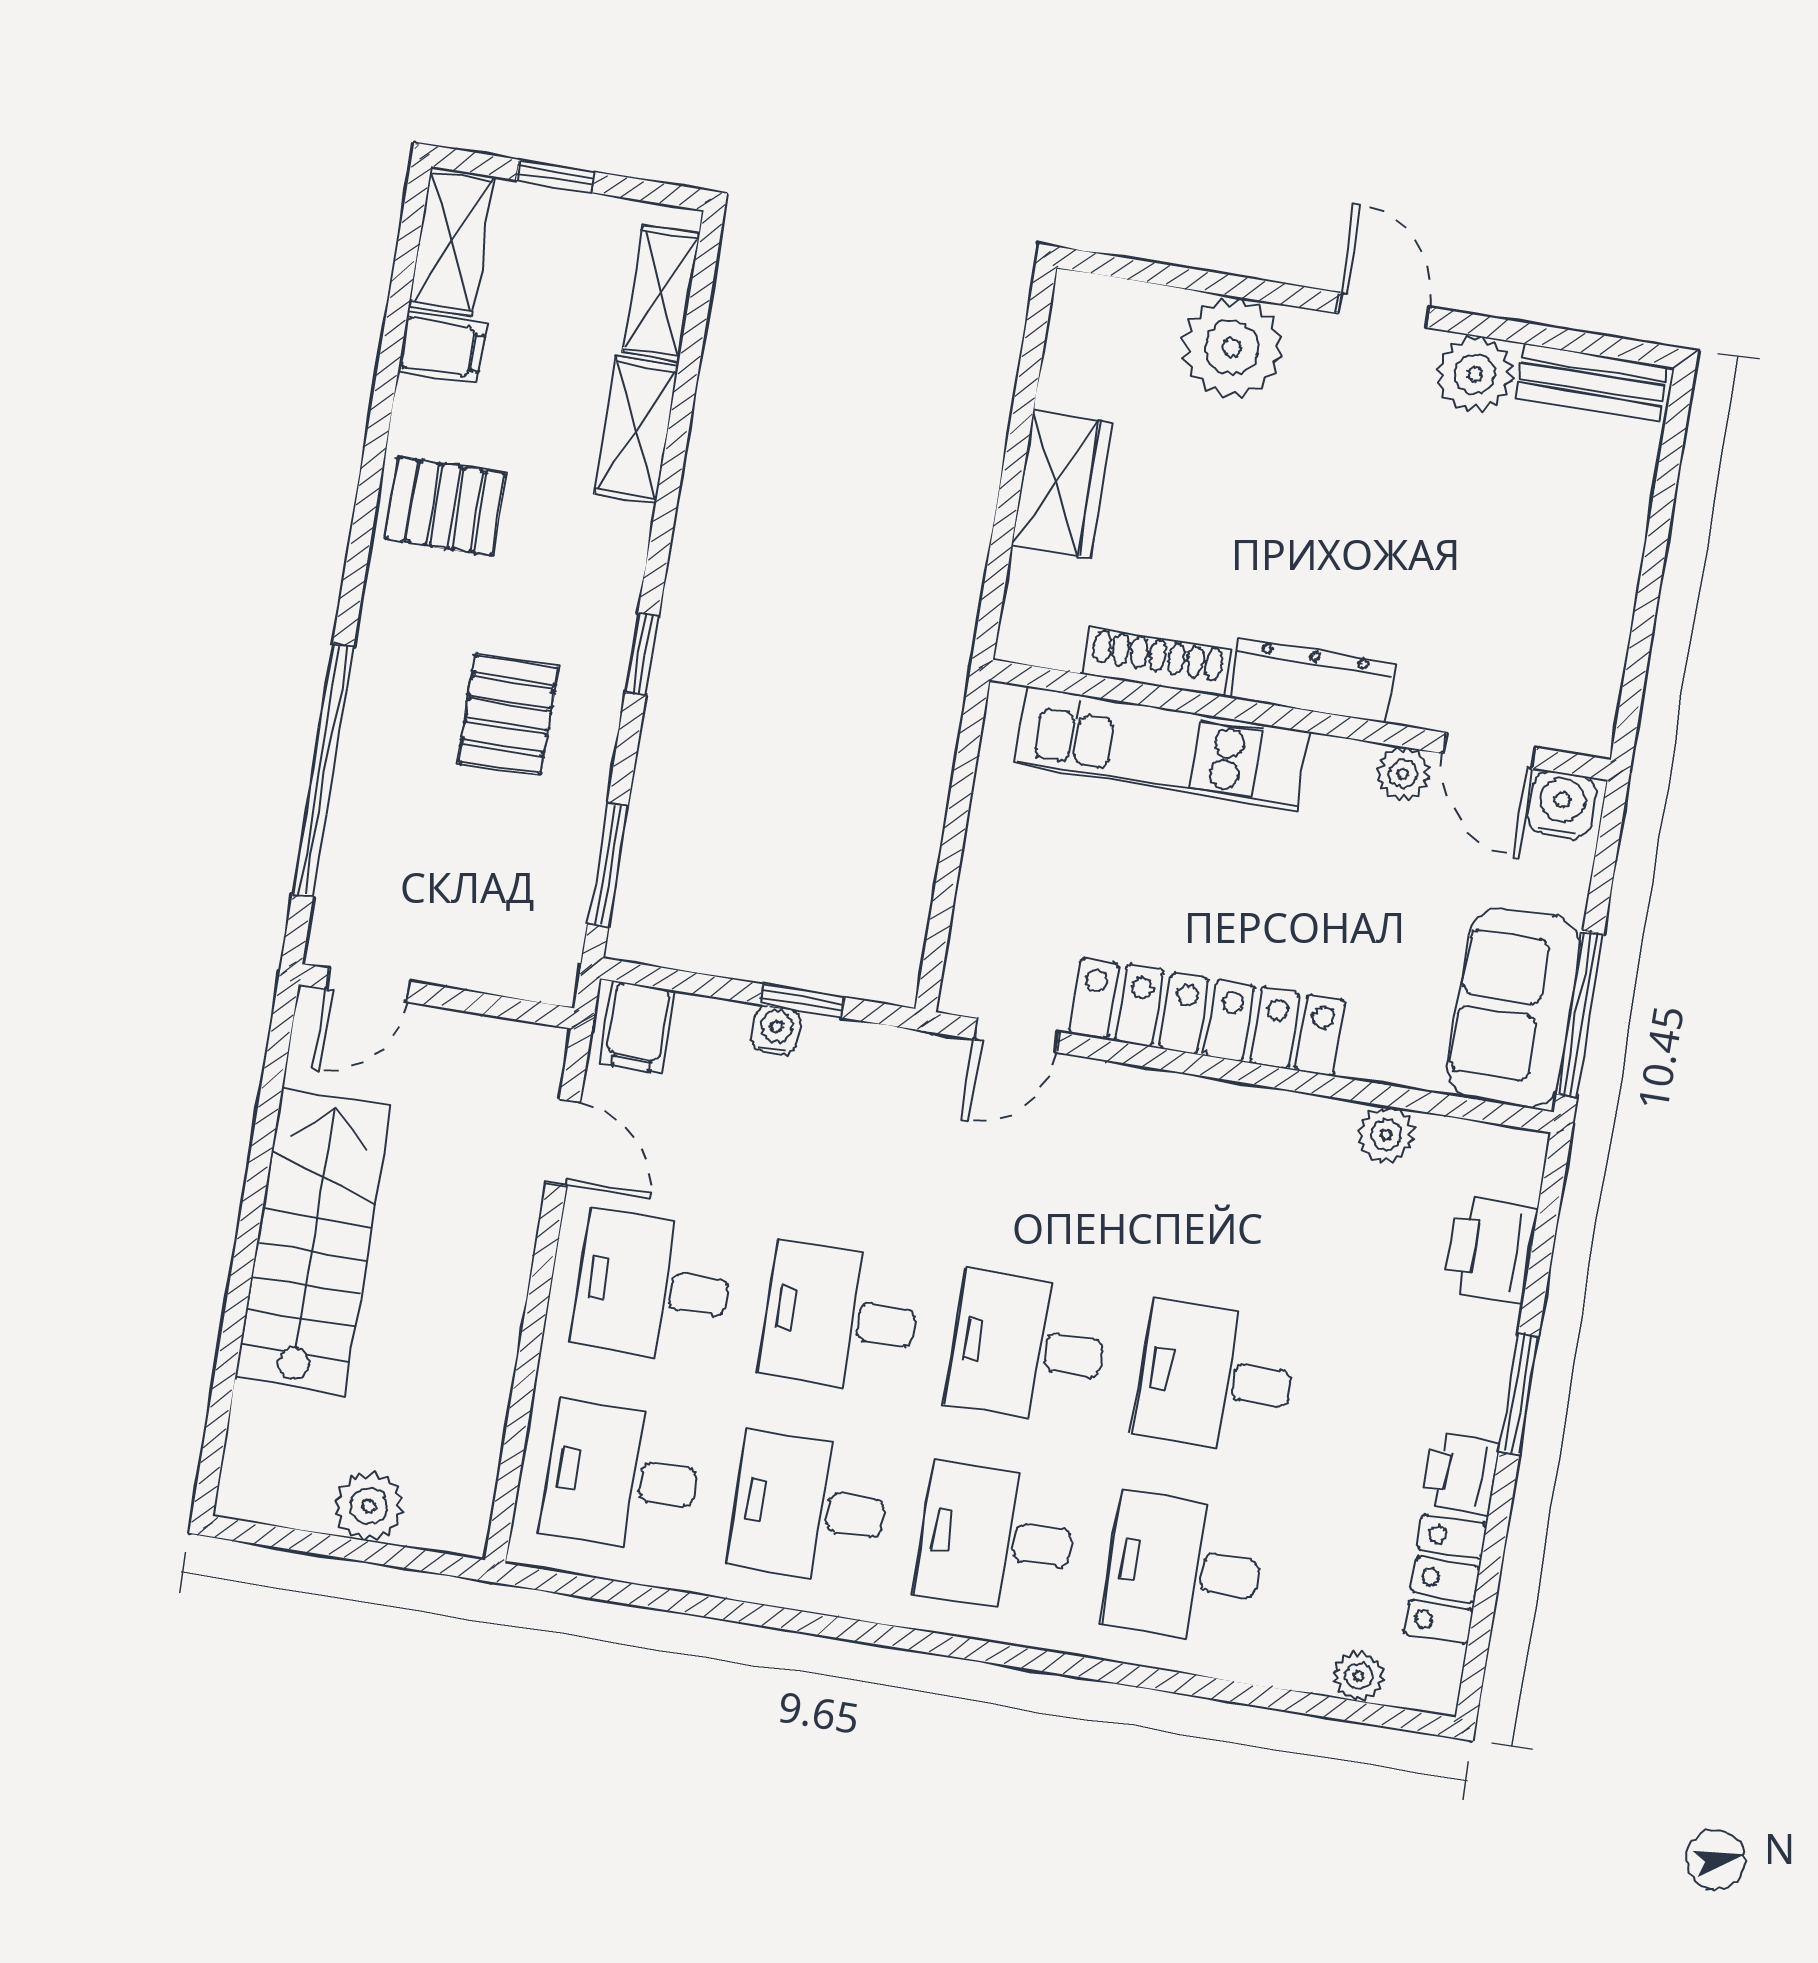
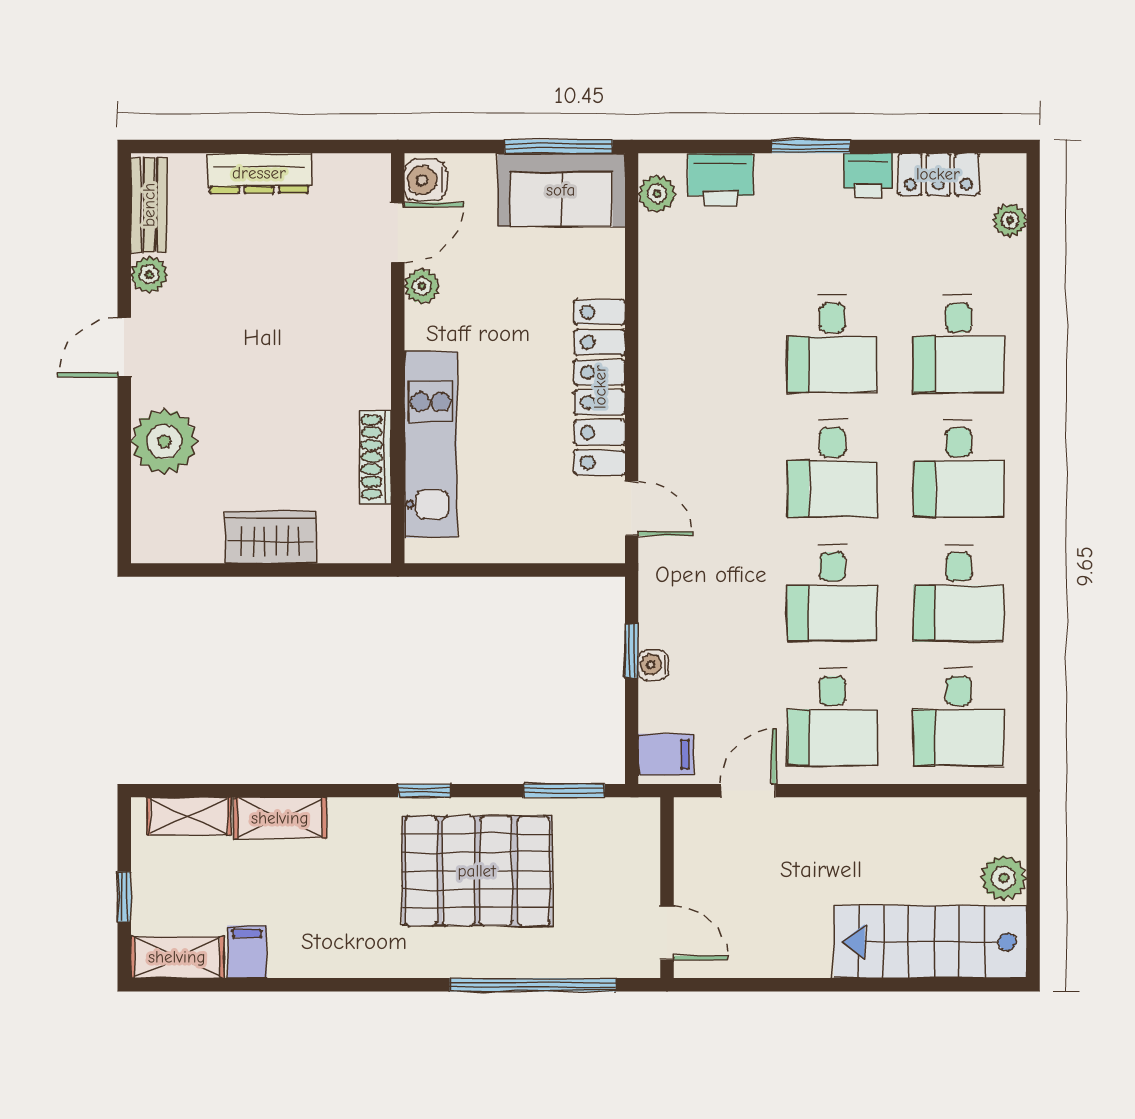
plant: (1475, 374) -> (149, 275), width x0.73, depth x0.73
pallet: (445, 506) -> (349, 933), removed
dresser: (1312, 680) -> (259, 173), moved, turned -90
pallet: (508, 714) -> (477, 871), width x2.05, depth x2.00
plant: (1386, 1135) -> (657, 194), moved
stairs: (313, 1241) -> (930, 942), moved

